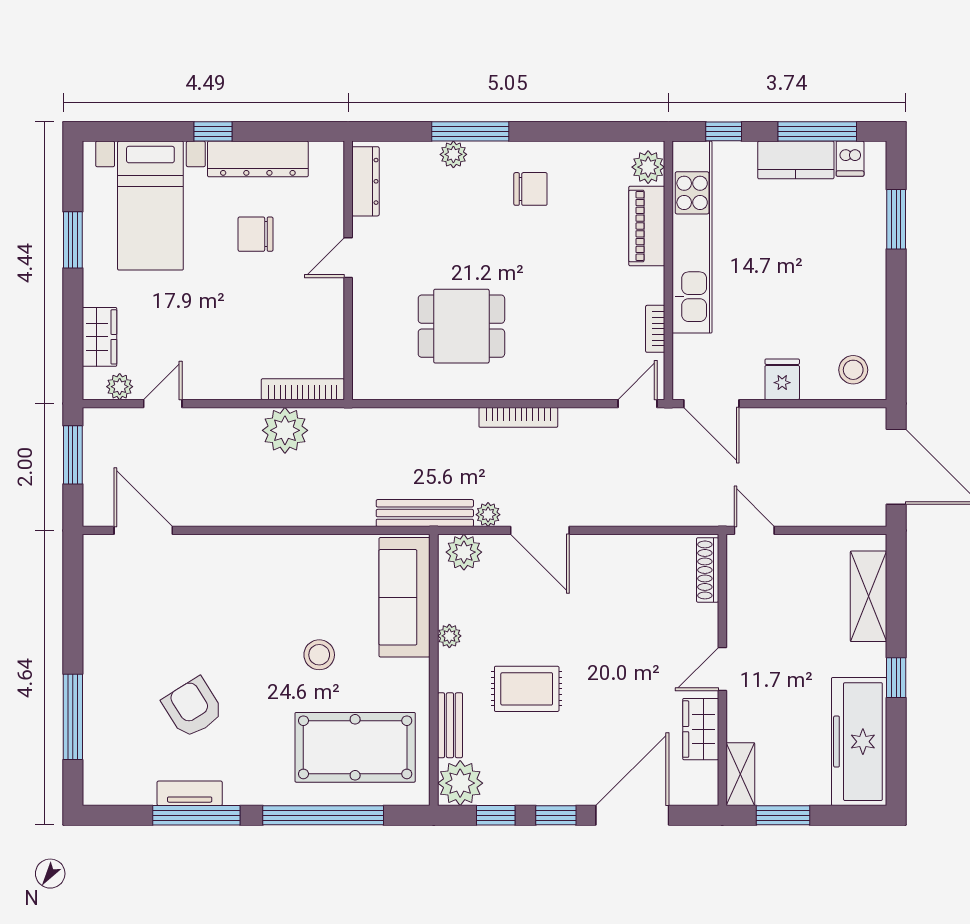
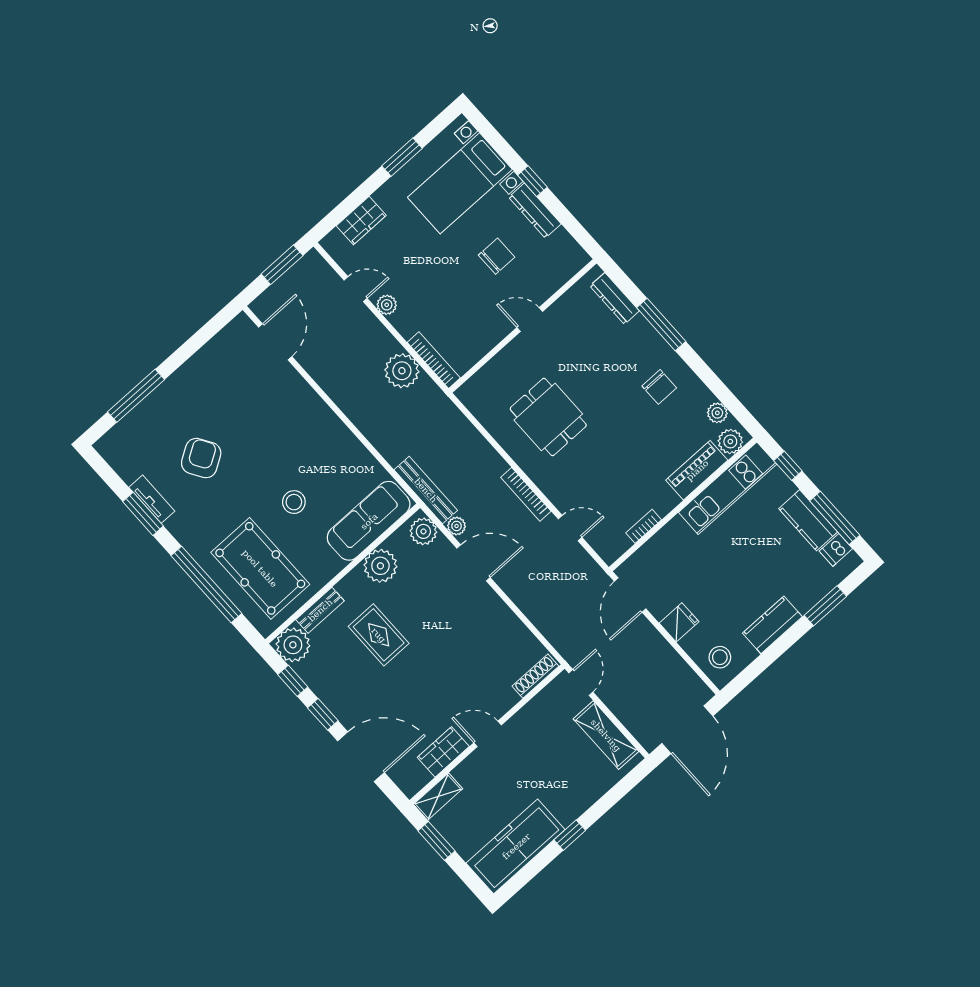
plant: (453, 154) -> (717, 413), moved
dresser: (258, 159) -> (535, 211), width x0.73, depth x0.80
dresser: (365, 181) -> (615, 298), moved, turned 90
chair: (256, 234) -> (497, 256), turned 90
kitchen unit: (692, 237) -> (728, 488), width x0.73
kitchen counter: (868, 289) -> (772, 625), added
plant: (120, 387) -> (387, 305), moved
door: (638, 404) -> (570, 528), moved
door: (540, 530) -> (474, 563), swing flipped
shelving: (868, 596) -> (606, 735), moved, turned 90
plant: (449, 636) -> (380, 566), width x1.87, depth x1.87
window: (196, 815) -> (143, 514), width x0.69

